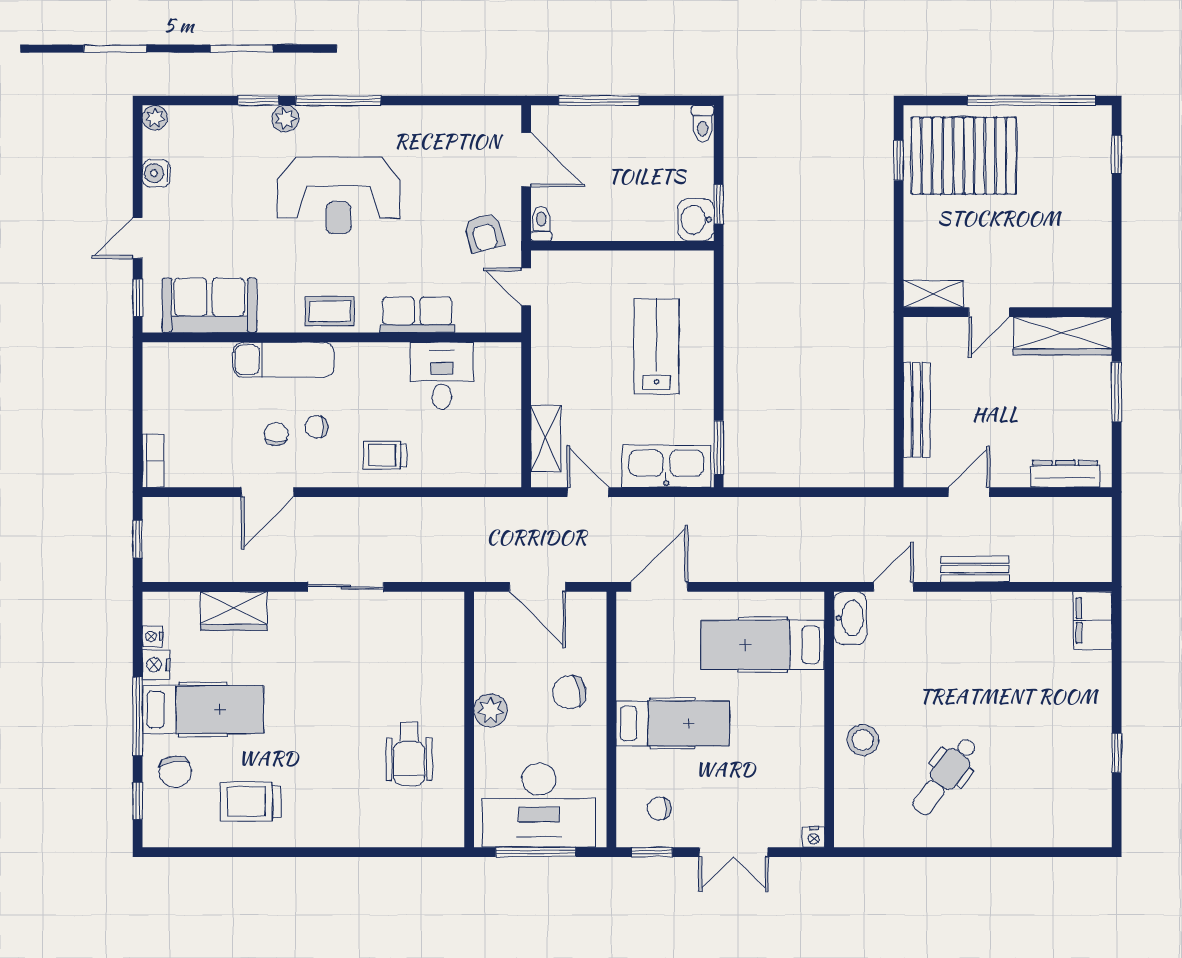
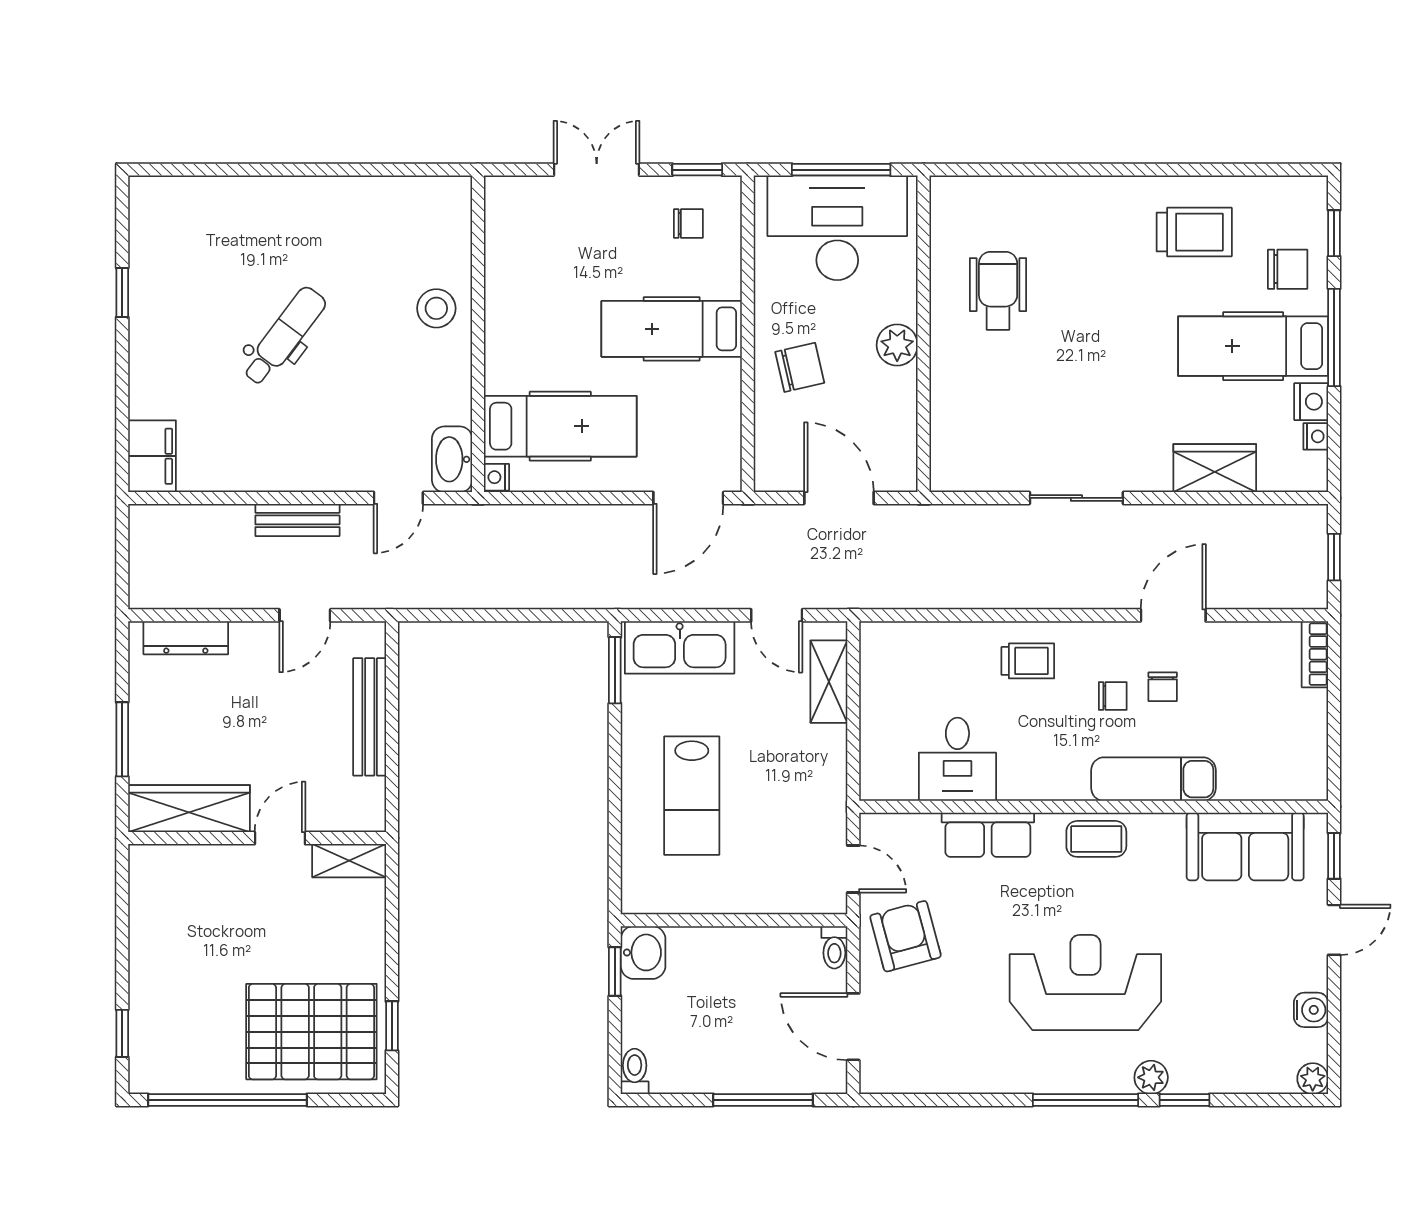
armchair: (484, 233) -> (906, 936), width x1.38, depth x1.38
chair: (175, 772) -> (1288, 269), turned 98
dental chair: (945, 776) -> (284, 336), moved
nightstand: (814, 837) -> (496, 477), moved, turned -90

